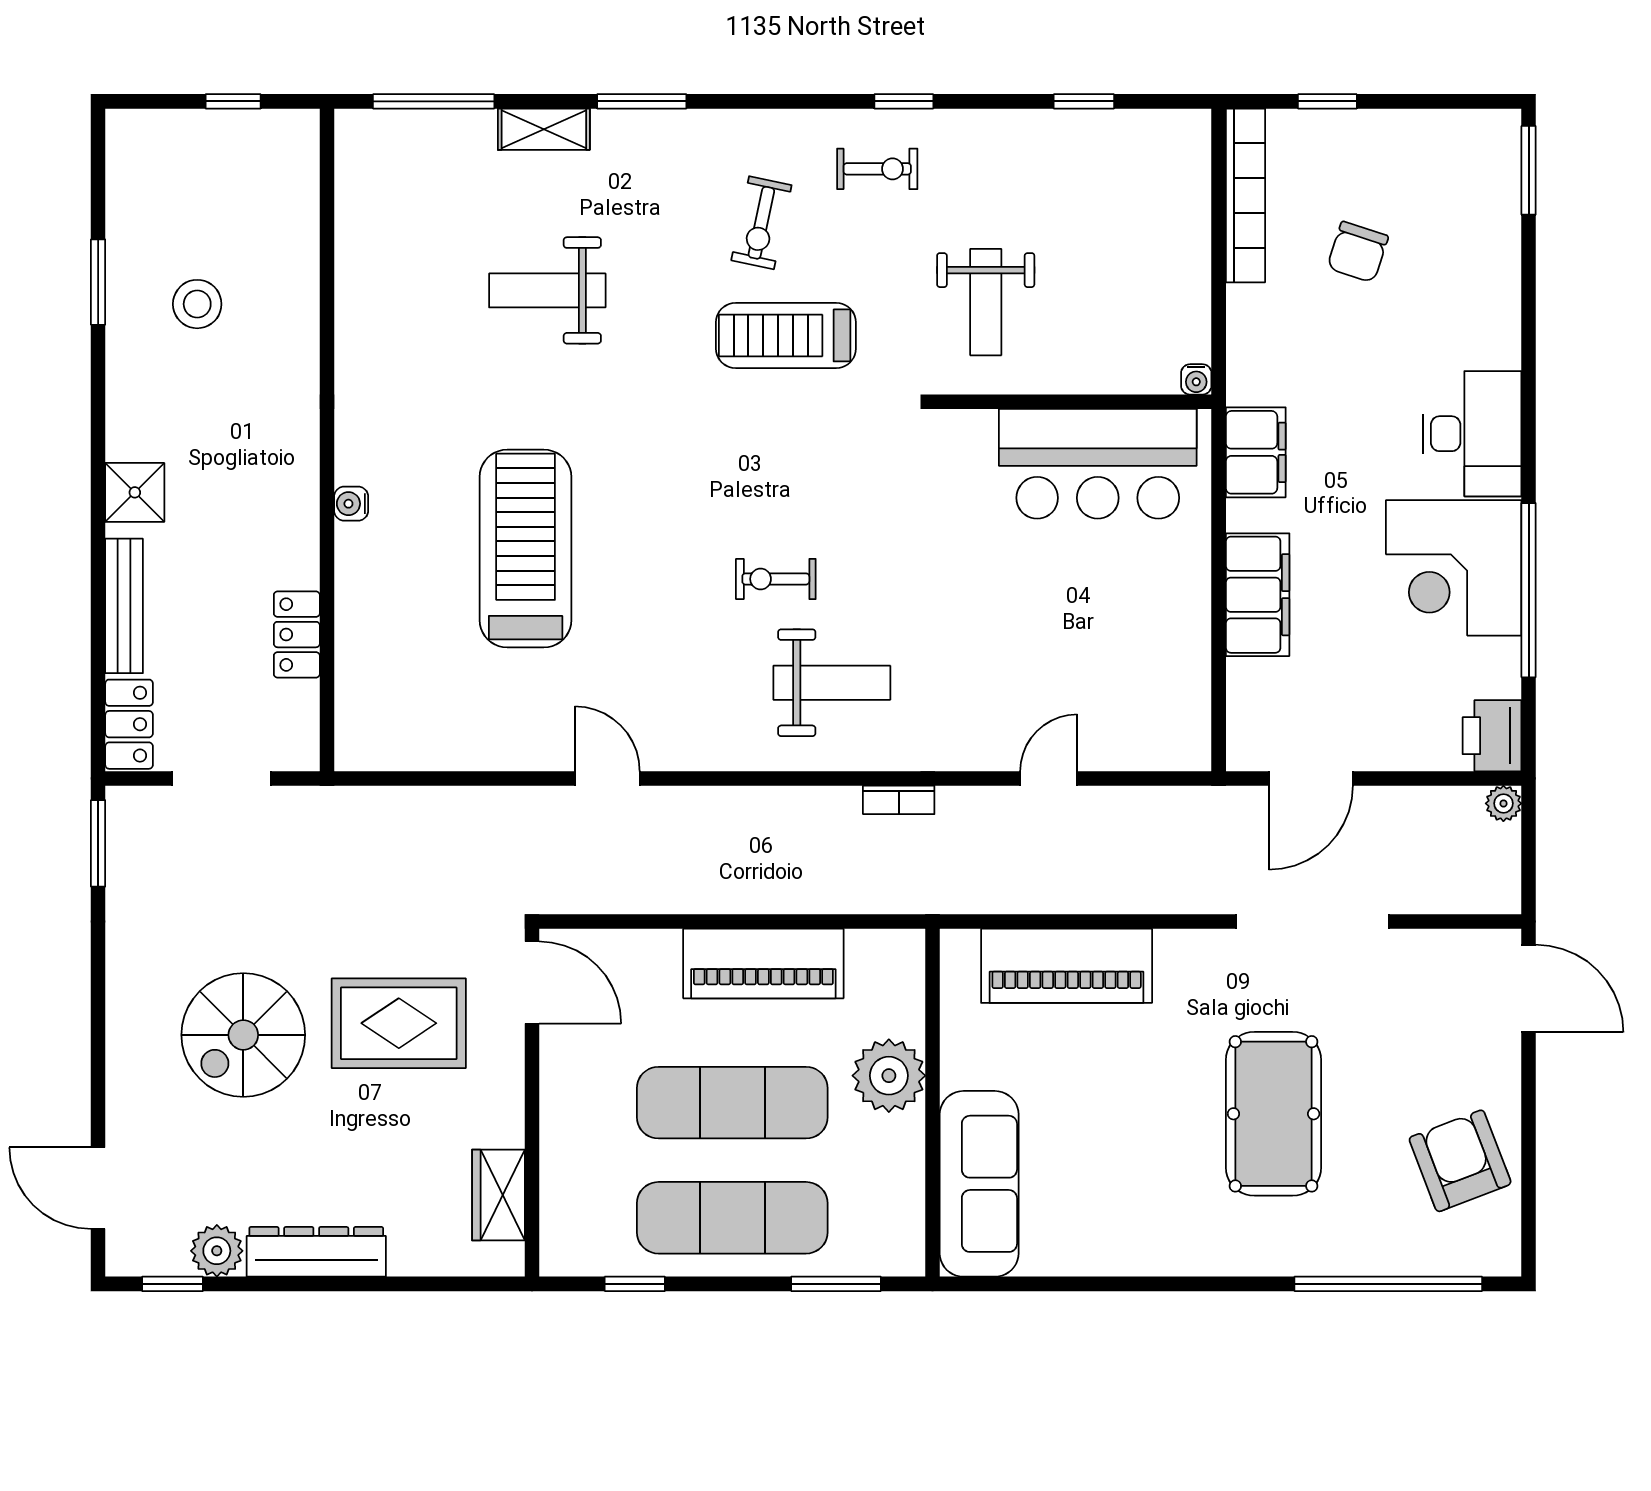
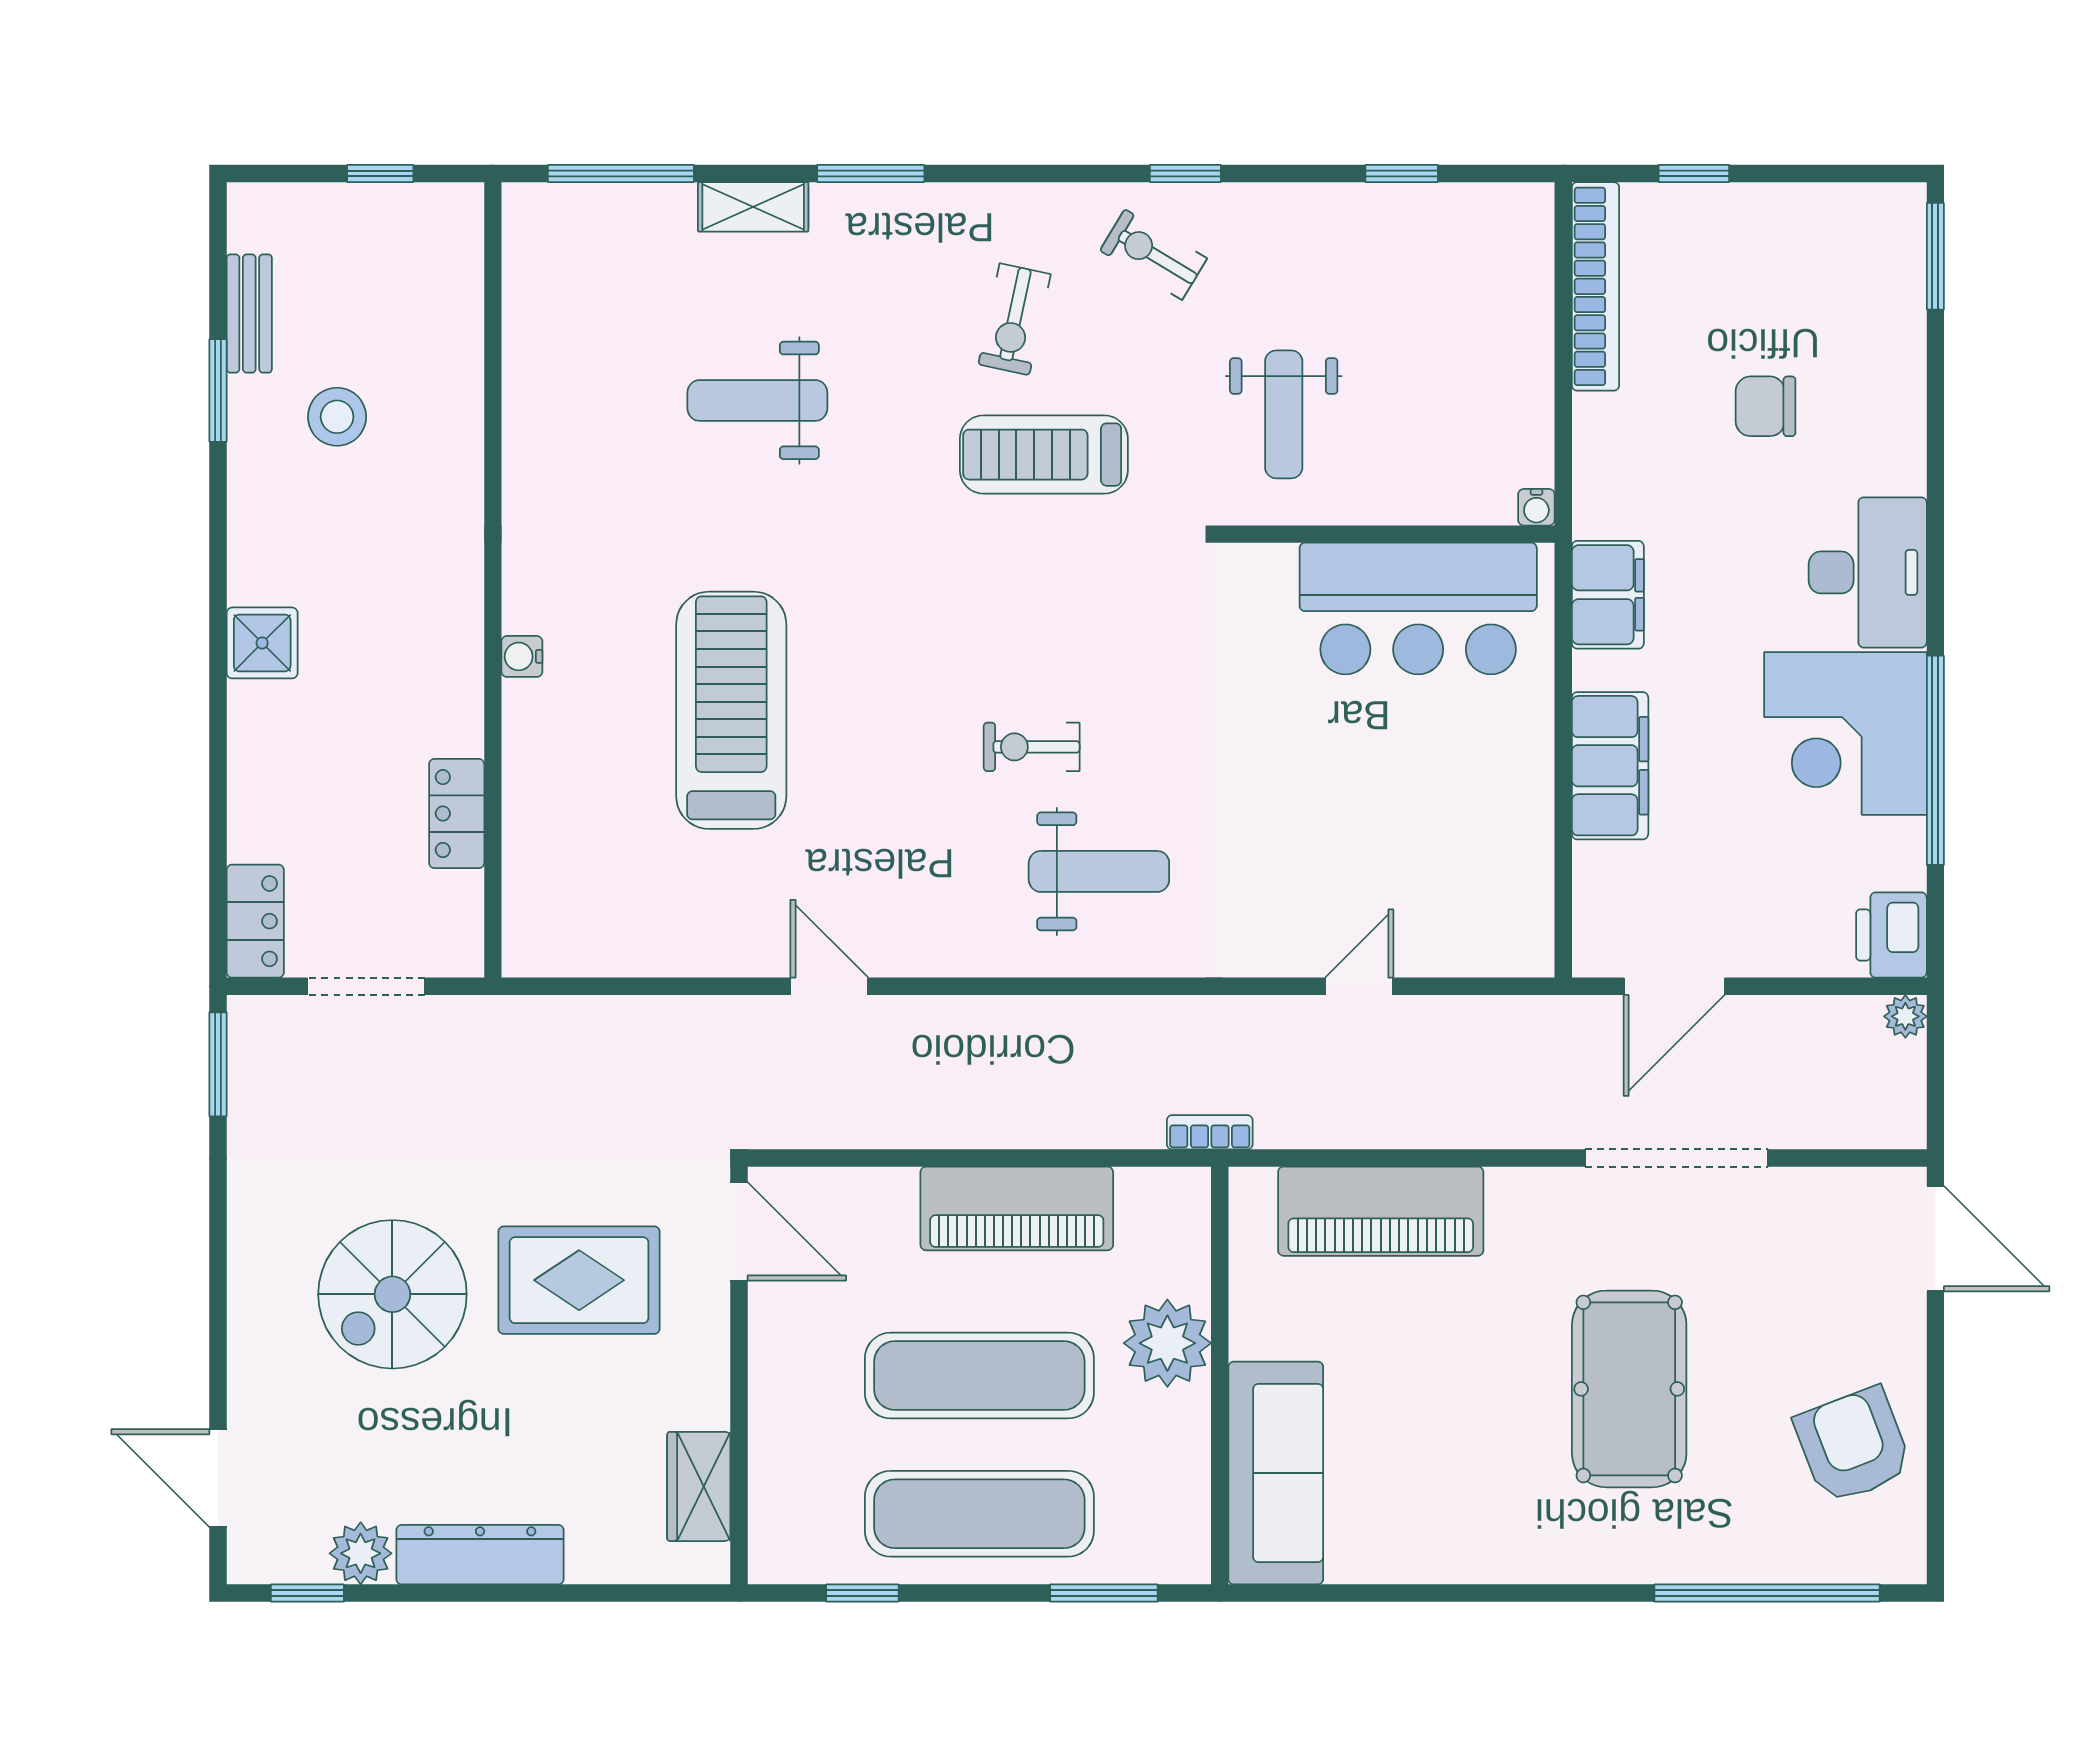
exercise bike: (877, 169) -> (1153, 255), turned -149
chair: (1358, 252) -> (1766, 406), moved, turned 72
bench: (124, 606) -> (249, 314), moved, width x0.73
bookcase: (899, 800) -> (1210, 1132), moved, turned 180

